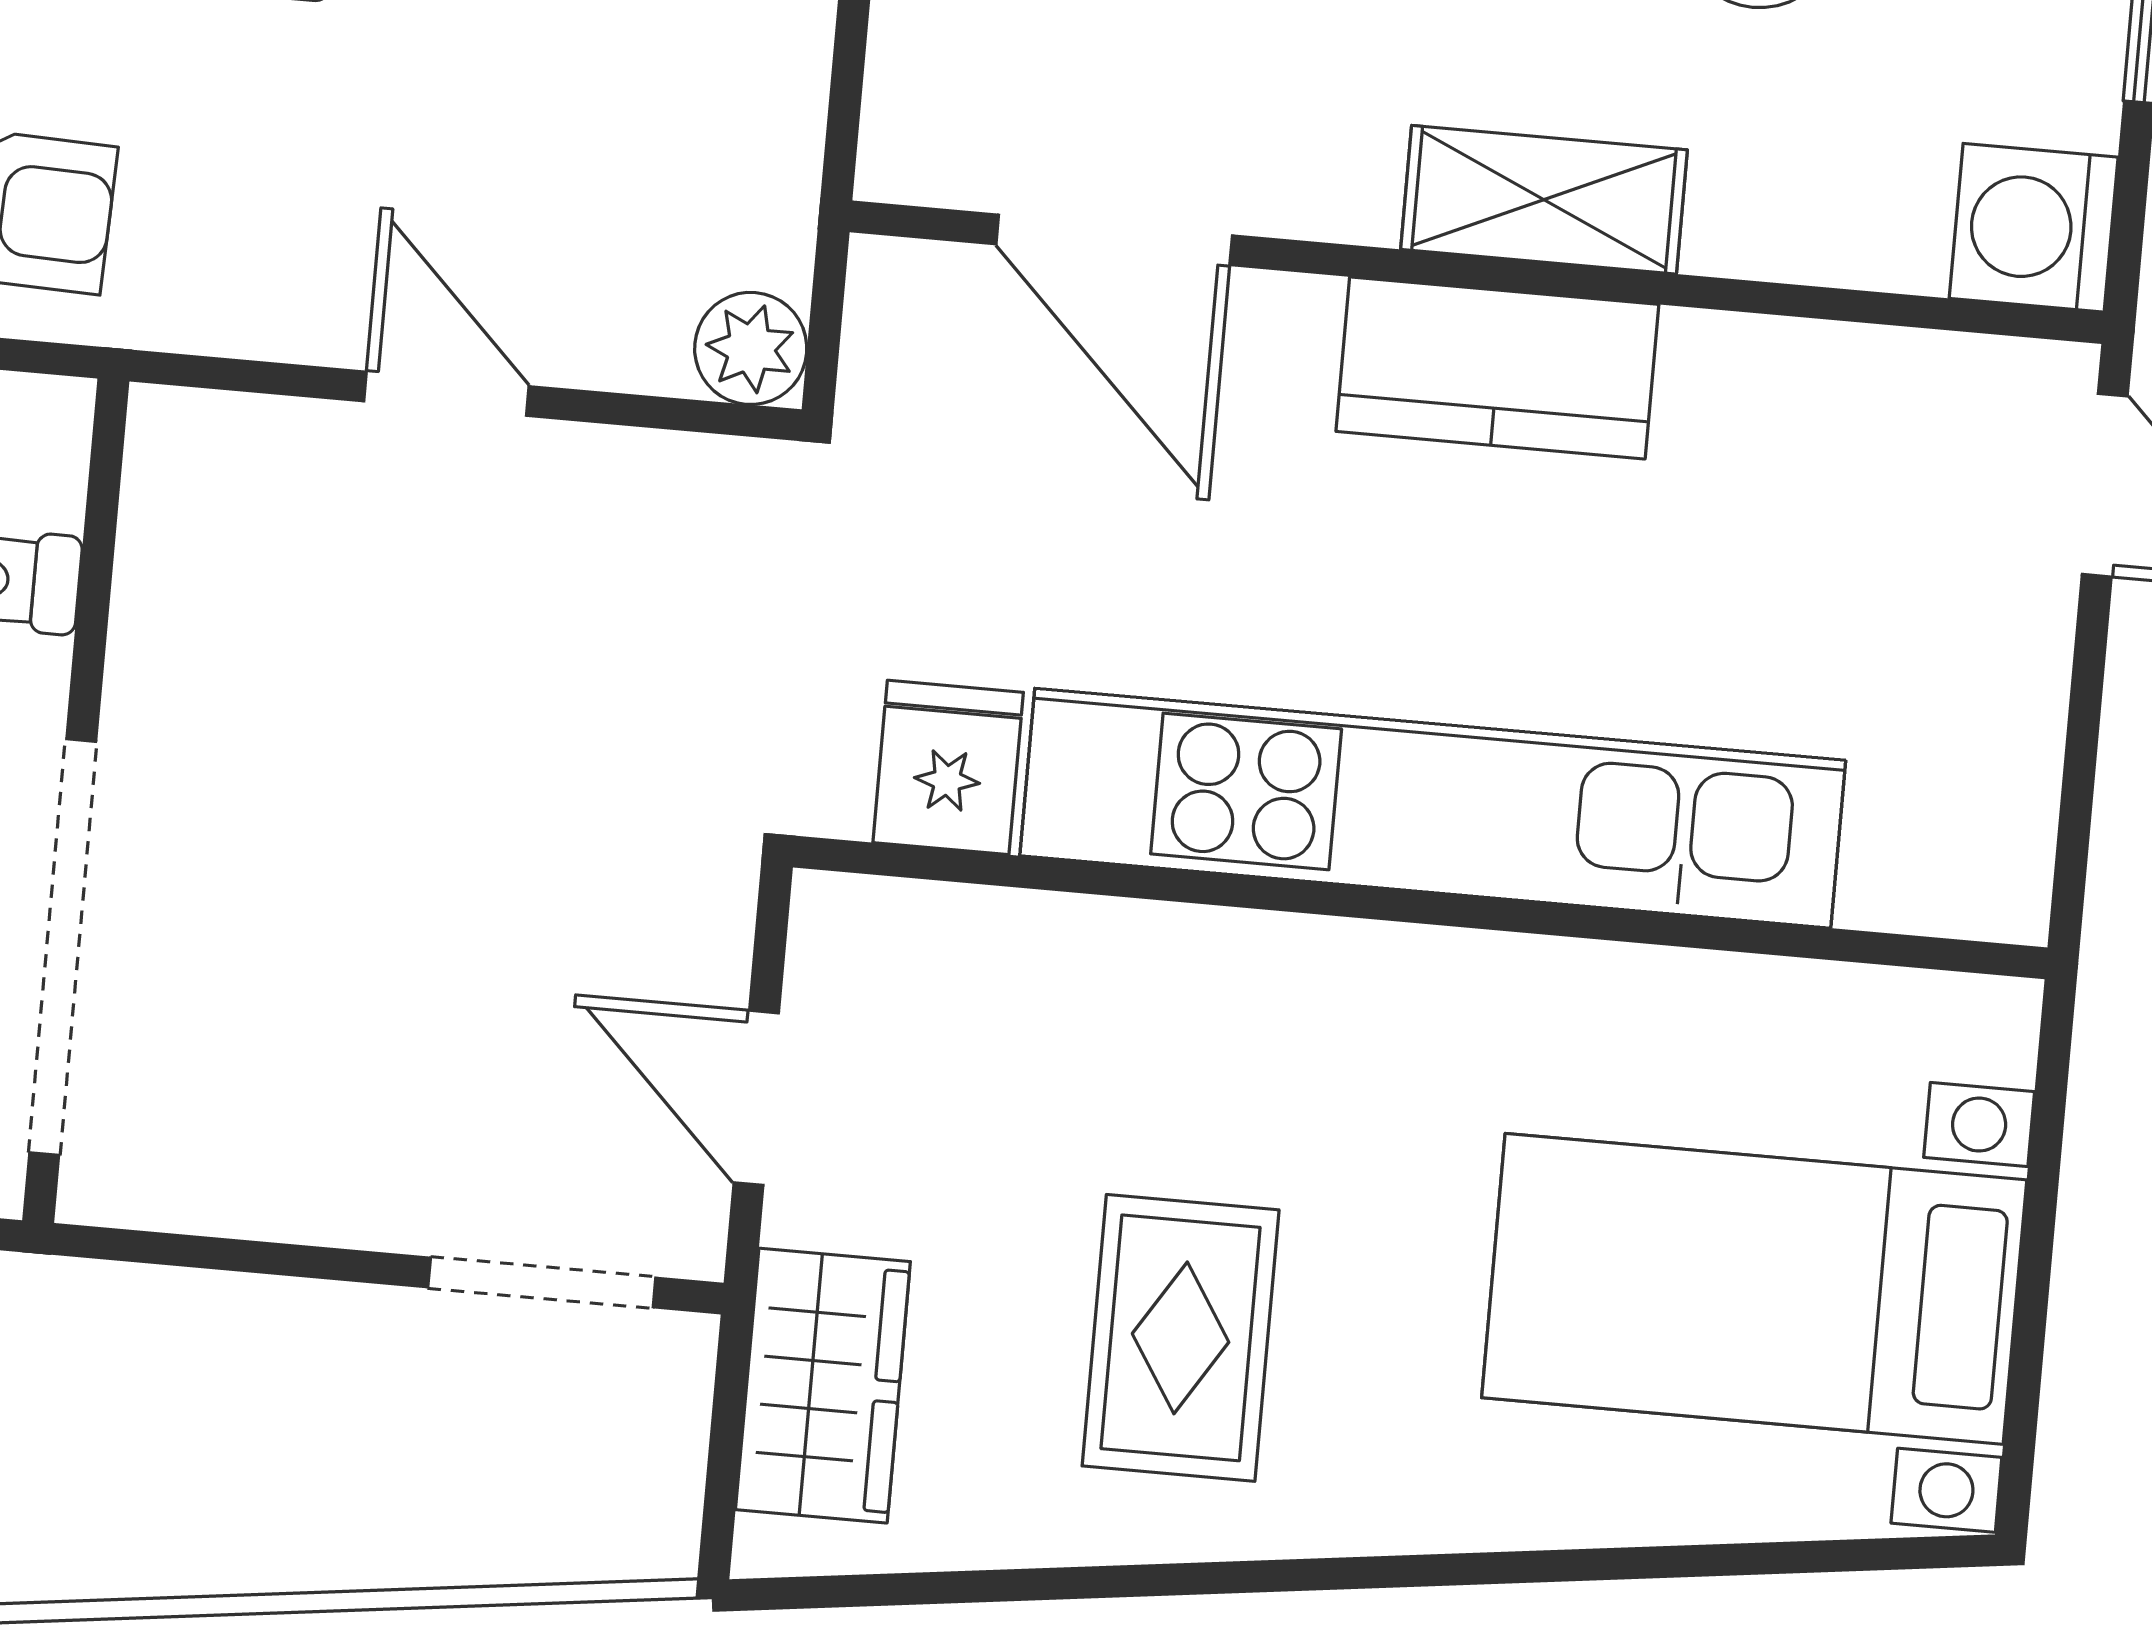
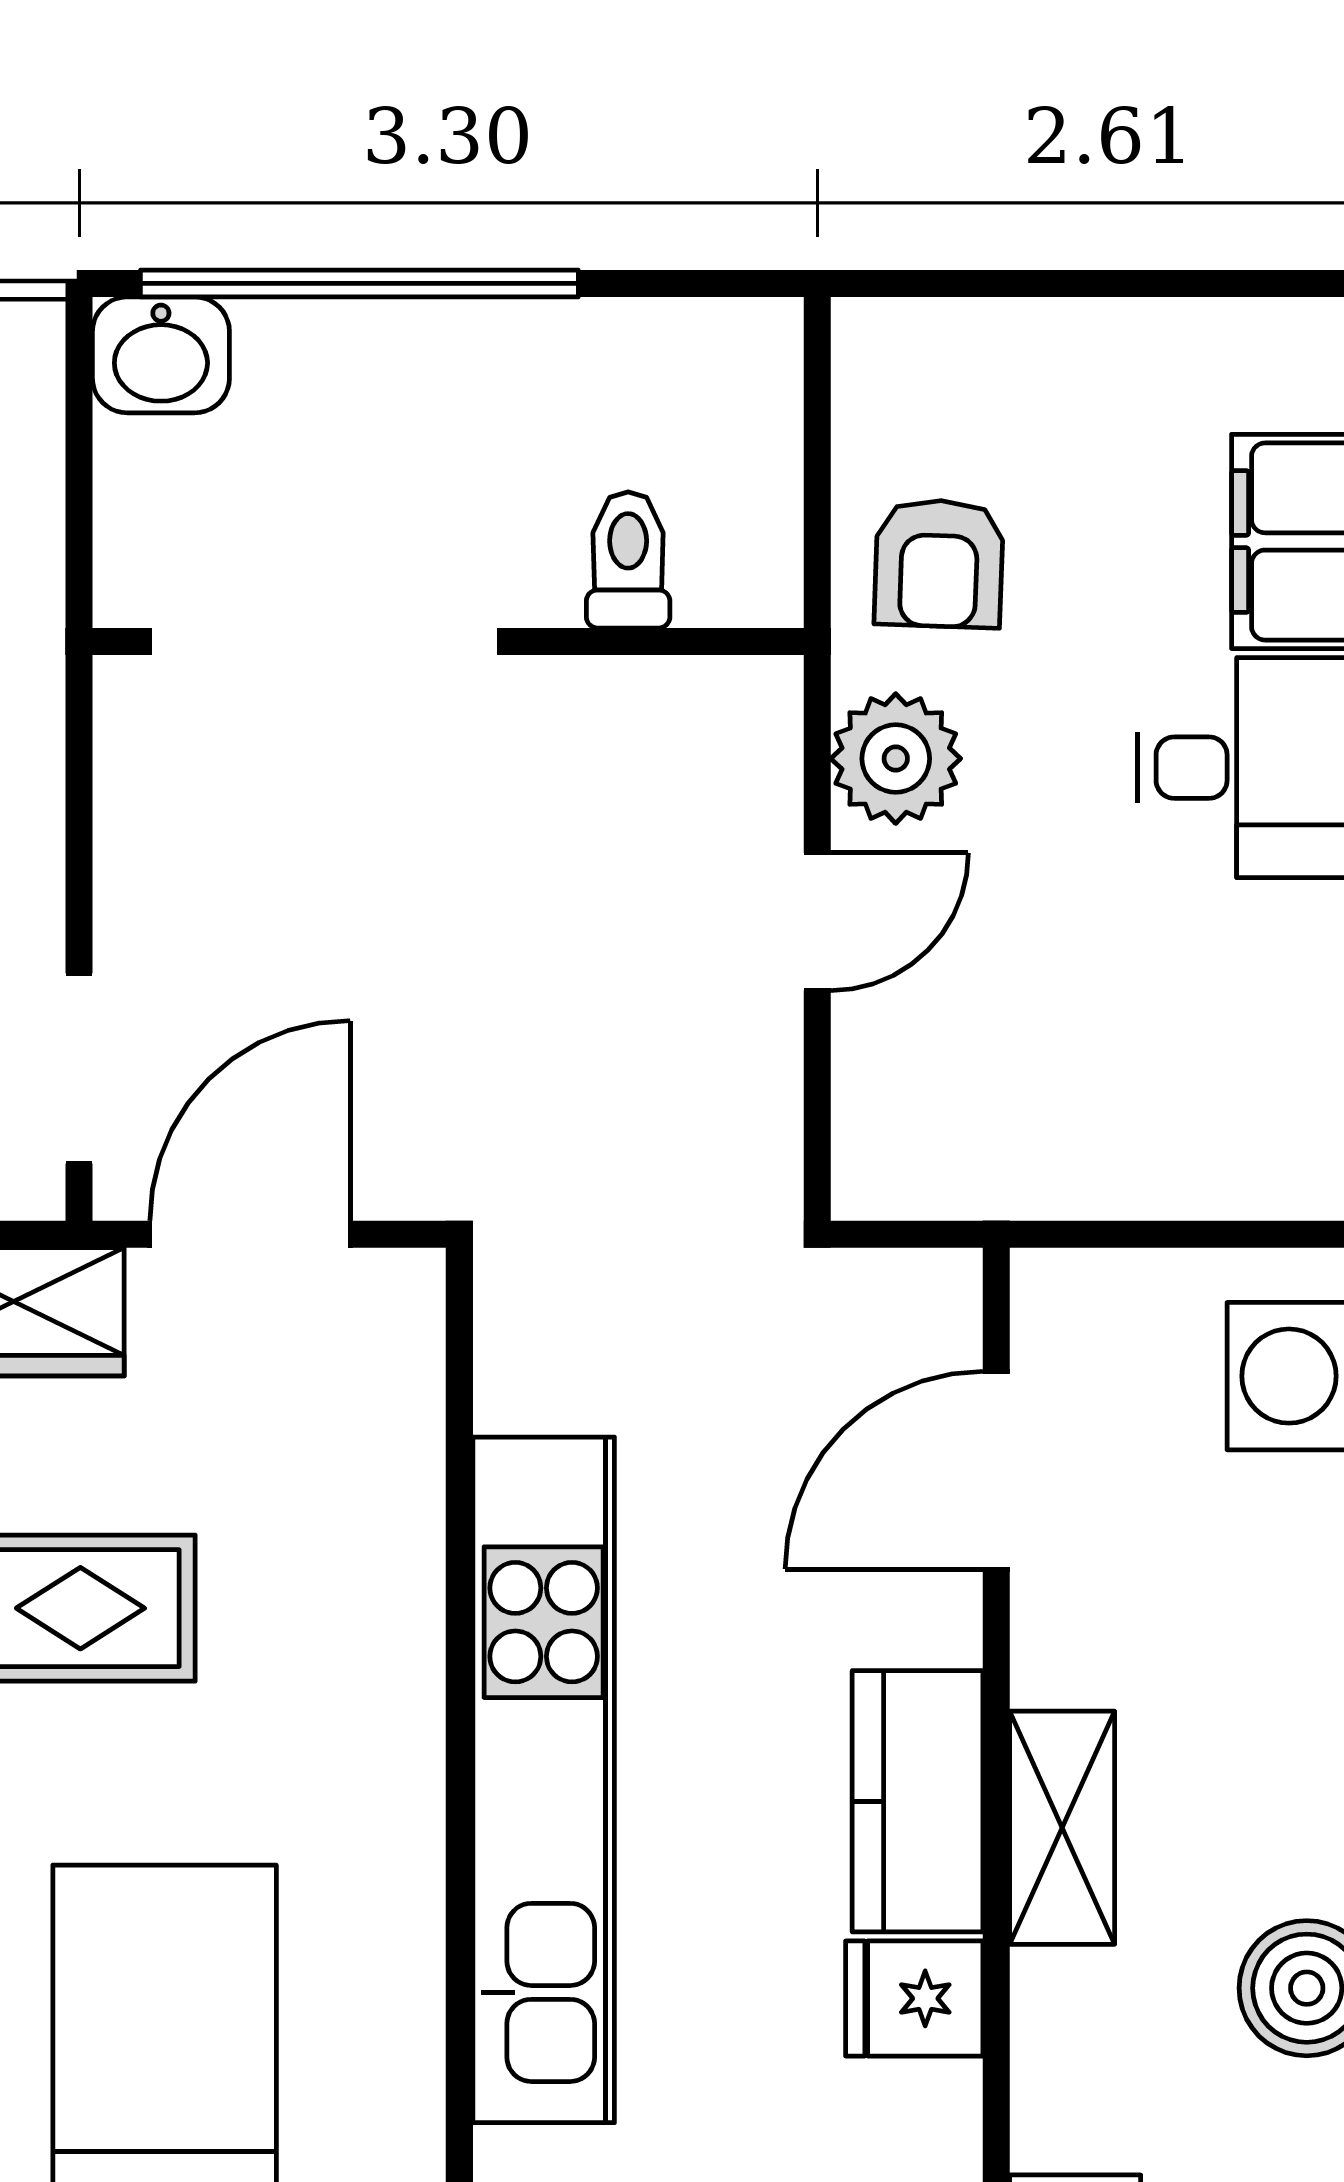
plant: (751, 348) -> (896, 759), moved, width x1.38, depth x1.38
fridge: (948, 767) -> (914, 1998), moved, turned 180
door: (756, 1098) -> (250, 1234), width x1.38

